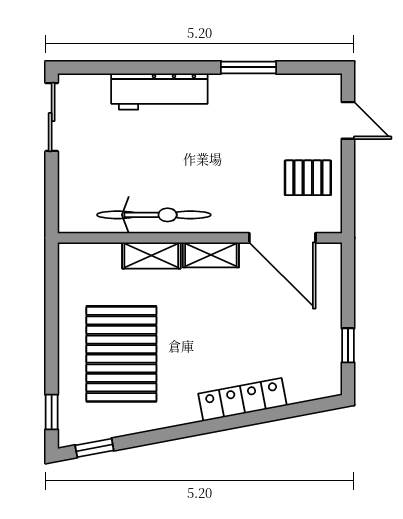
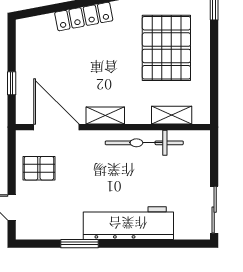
workbench: (159, 91) -> (128, 223), width x1.36, depth x1.32
shelving: (151, 255) -> (172, 115), moved
window: (348, 345) -> (12, 83), moved

